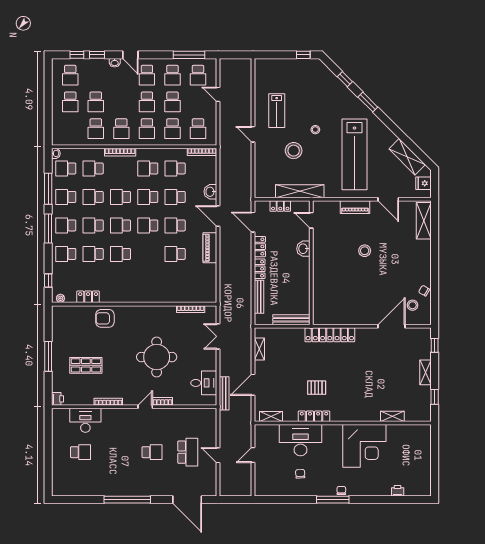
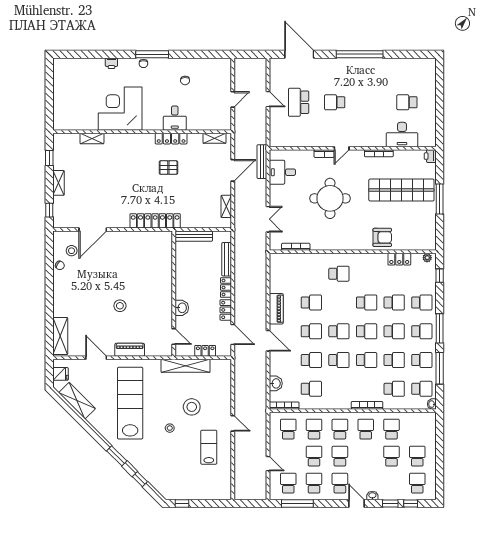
school desk: (148, 168) -> (339, 274), moved
washbasin: (210, 192) -> (276, 383), moved
shop shelf: (86, 365) -> (401, 190), width x2.00, depth x1.36
desk: (300, 440) -> (175, 118), width x0.53, depth x0.77
printer: (398, 491) -> (111, 63), moved

